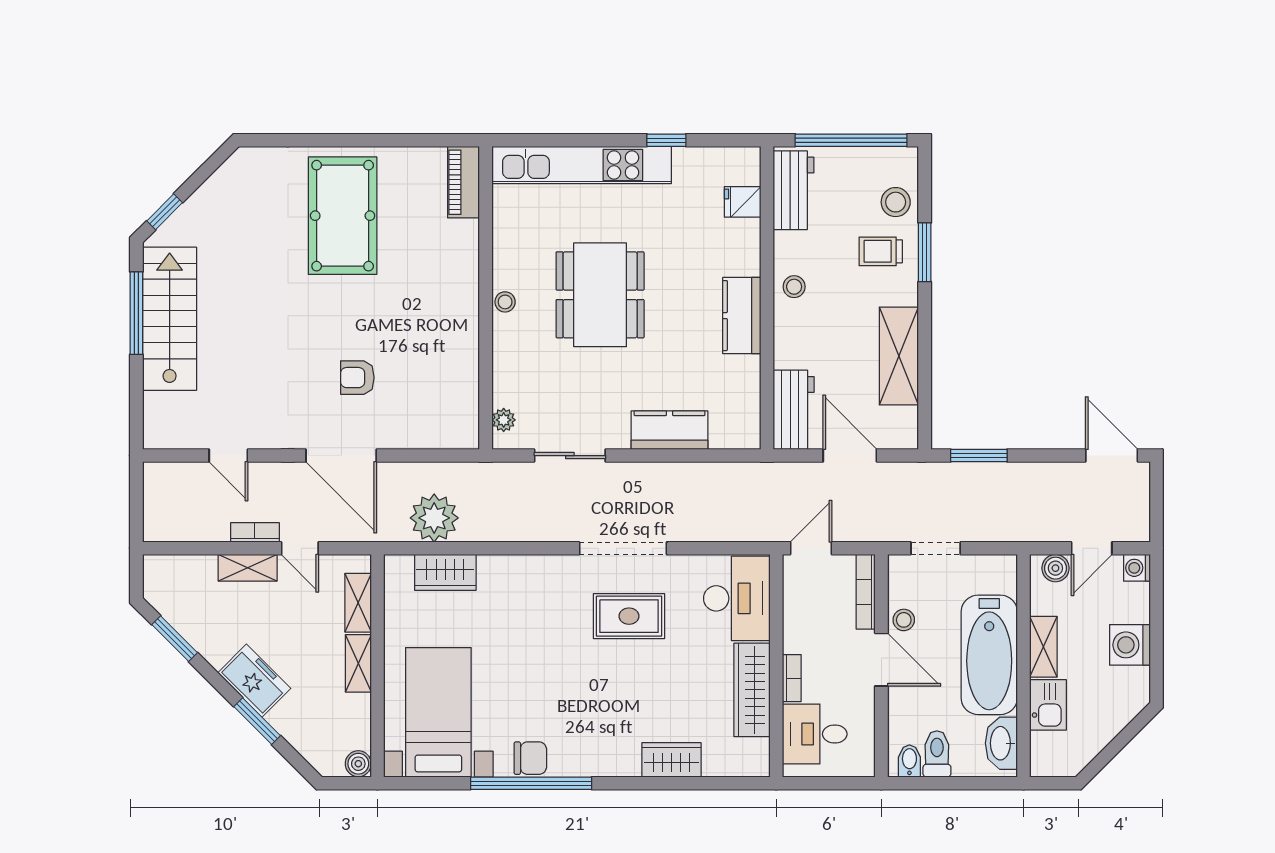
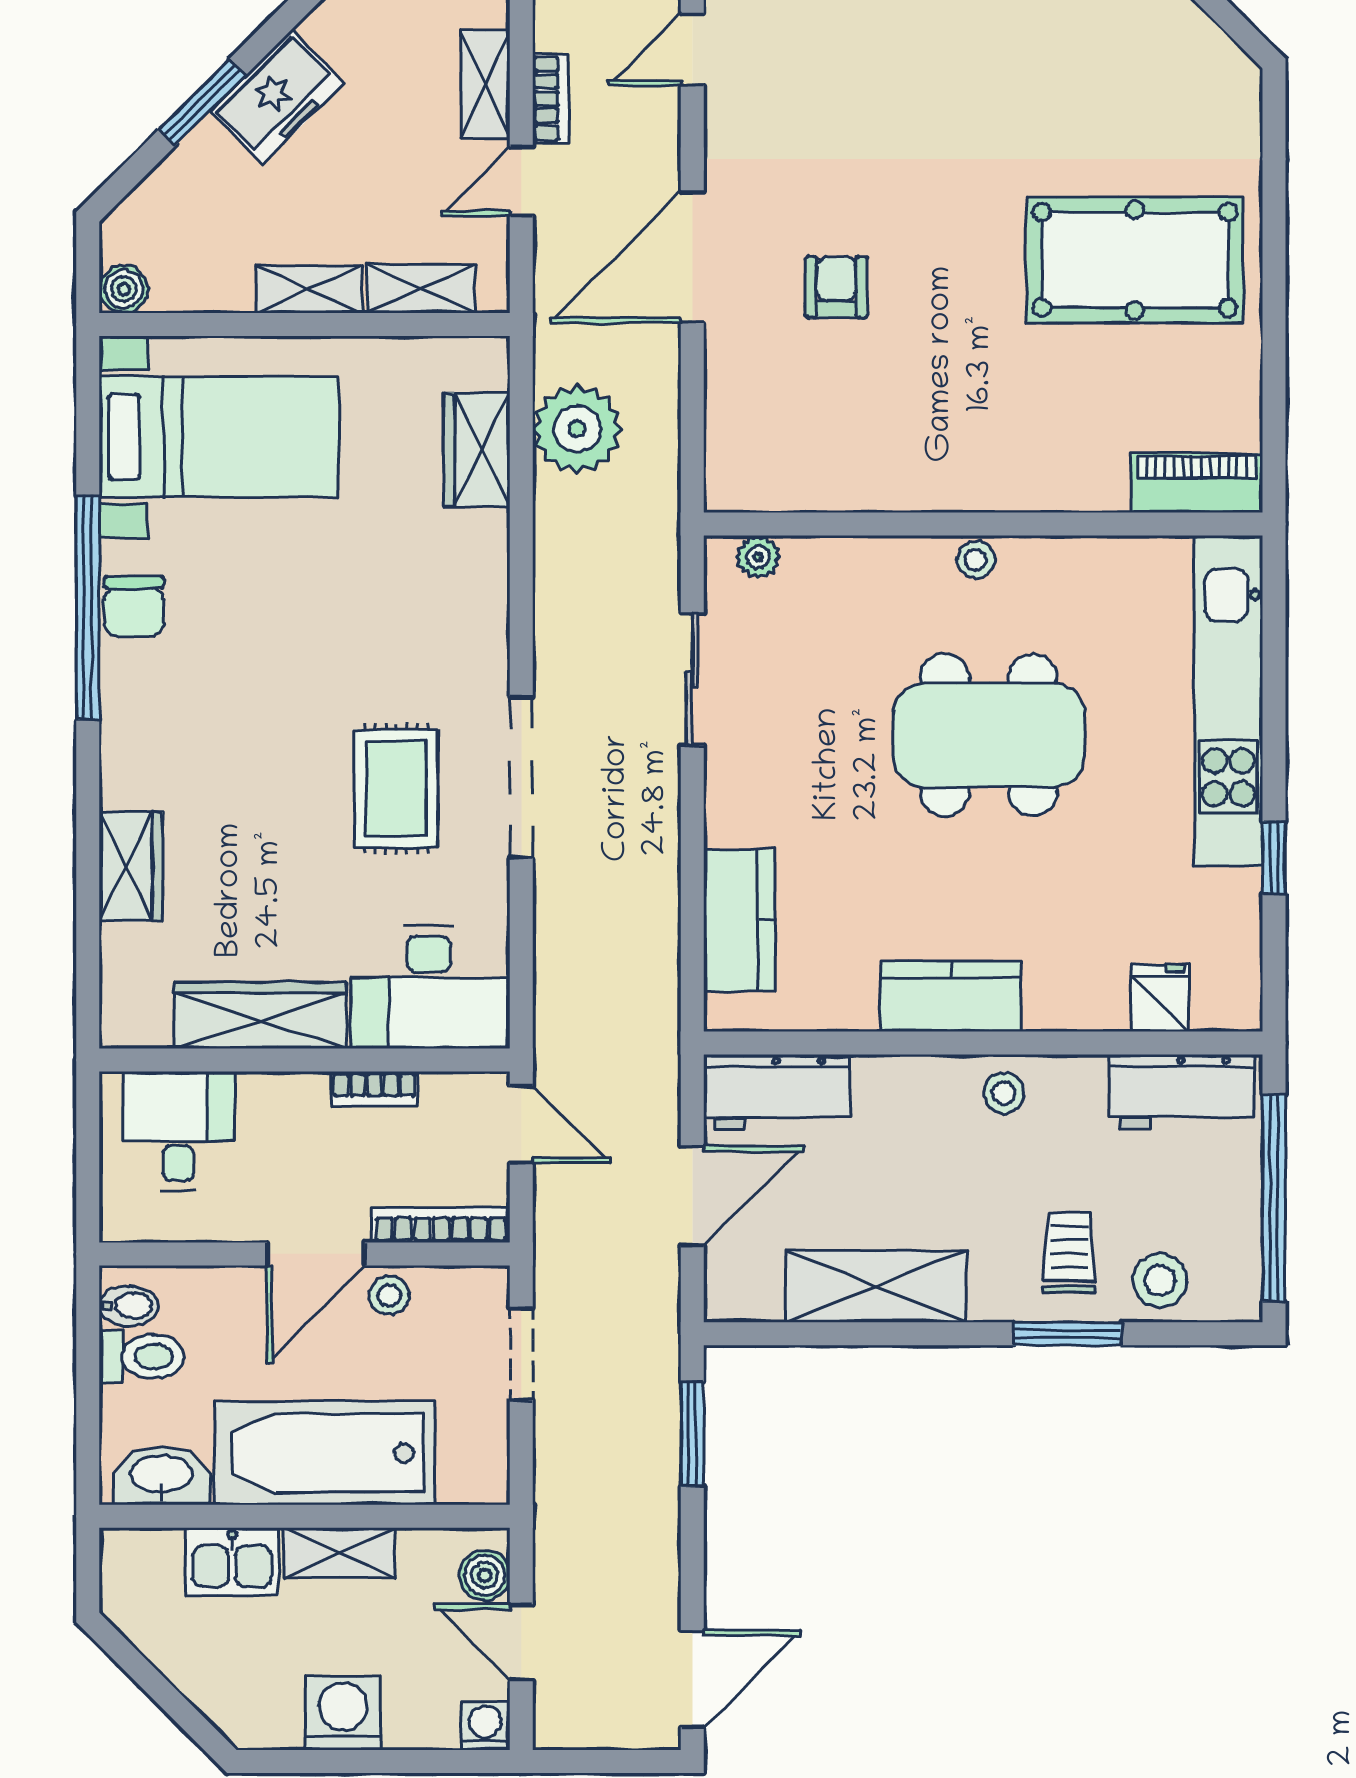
kitchen counter: (670, 430) -> (739, 920), moved
bookcase: (792, 678) -> (374, 1089), moved

